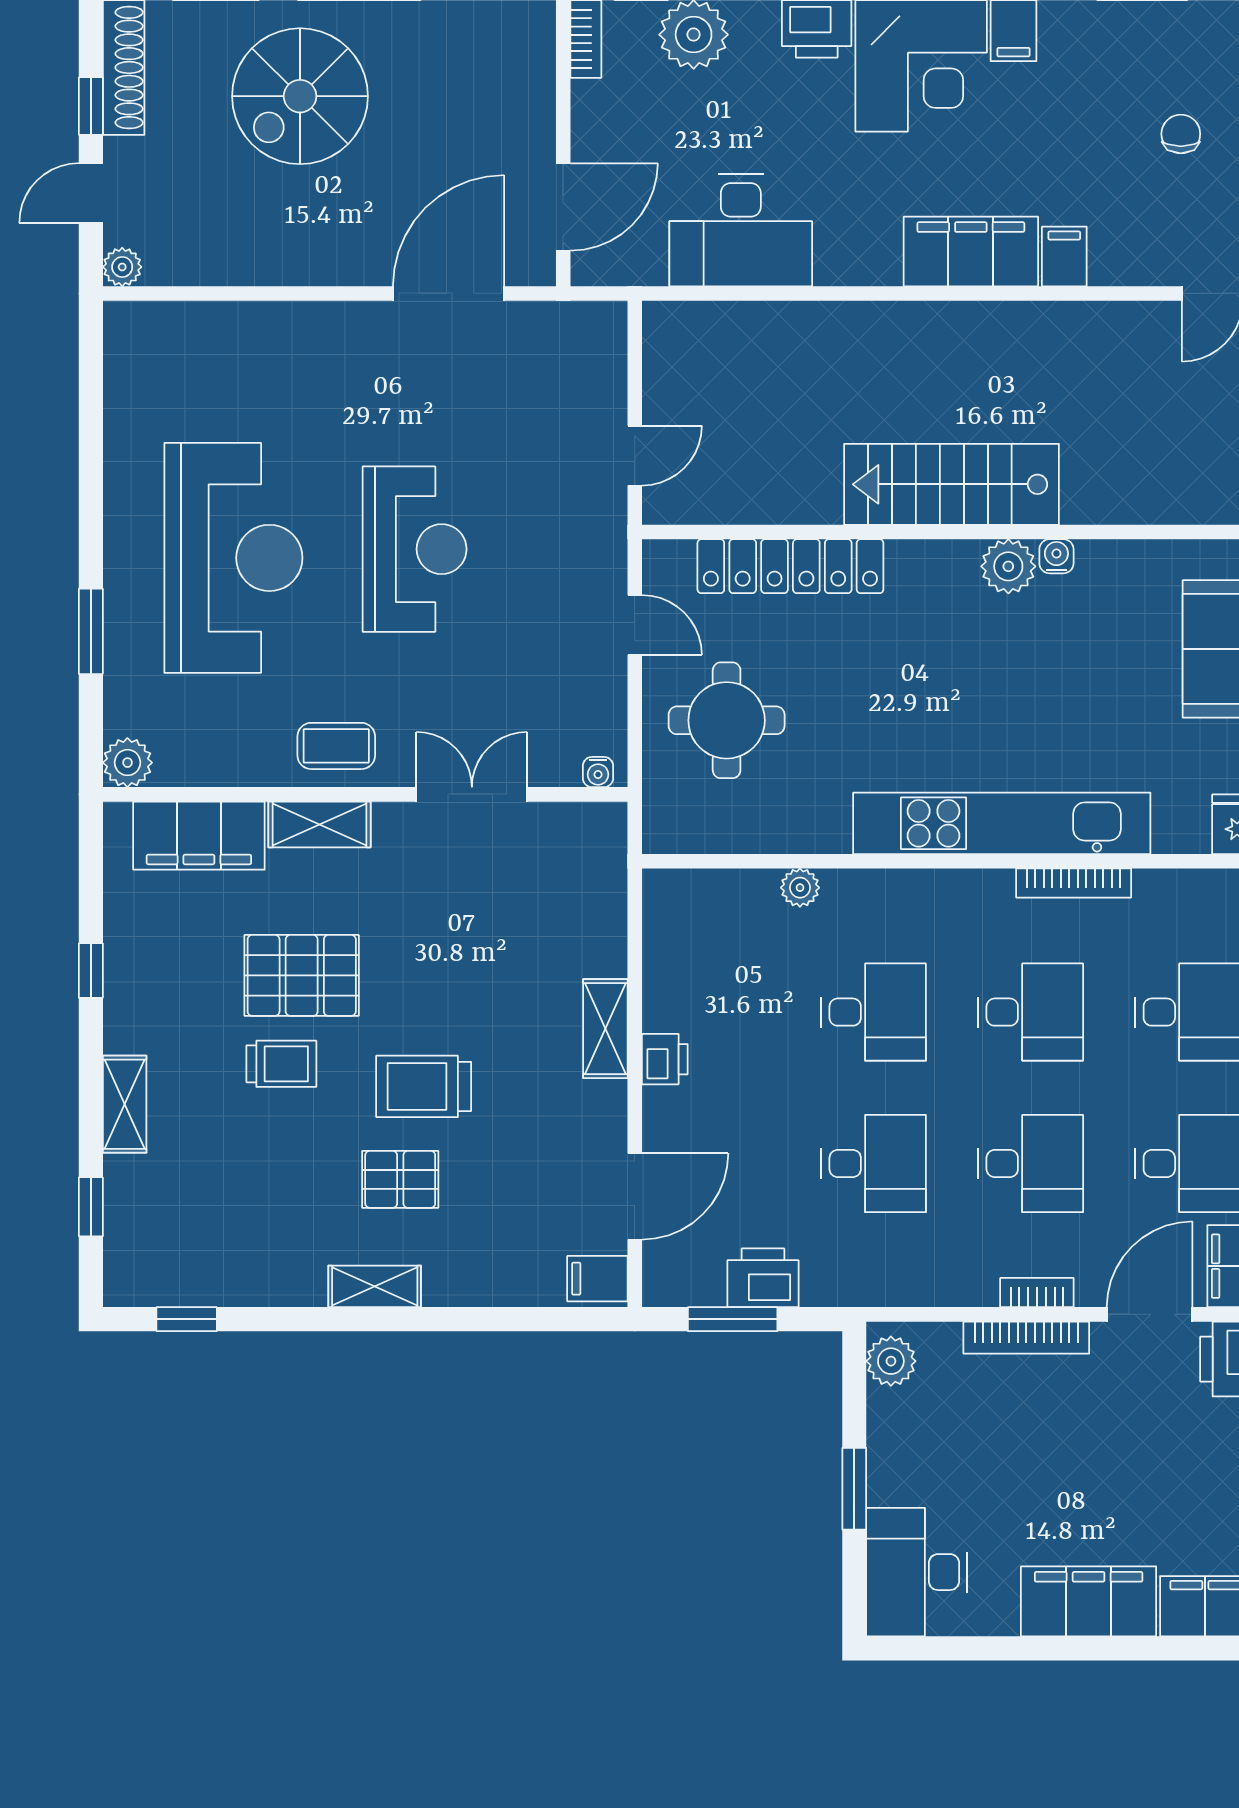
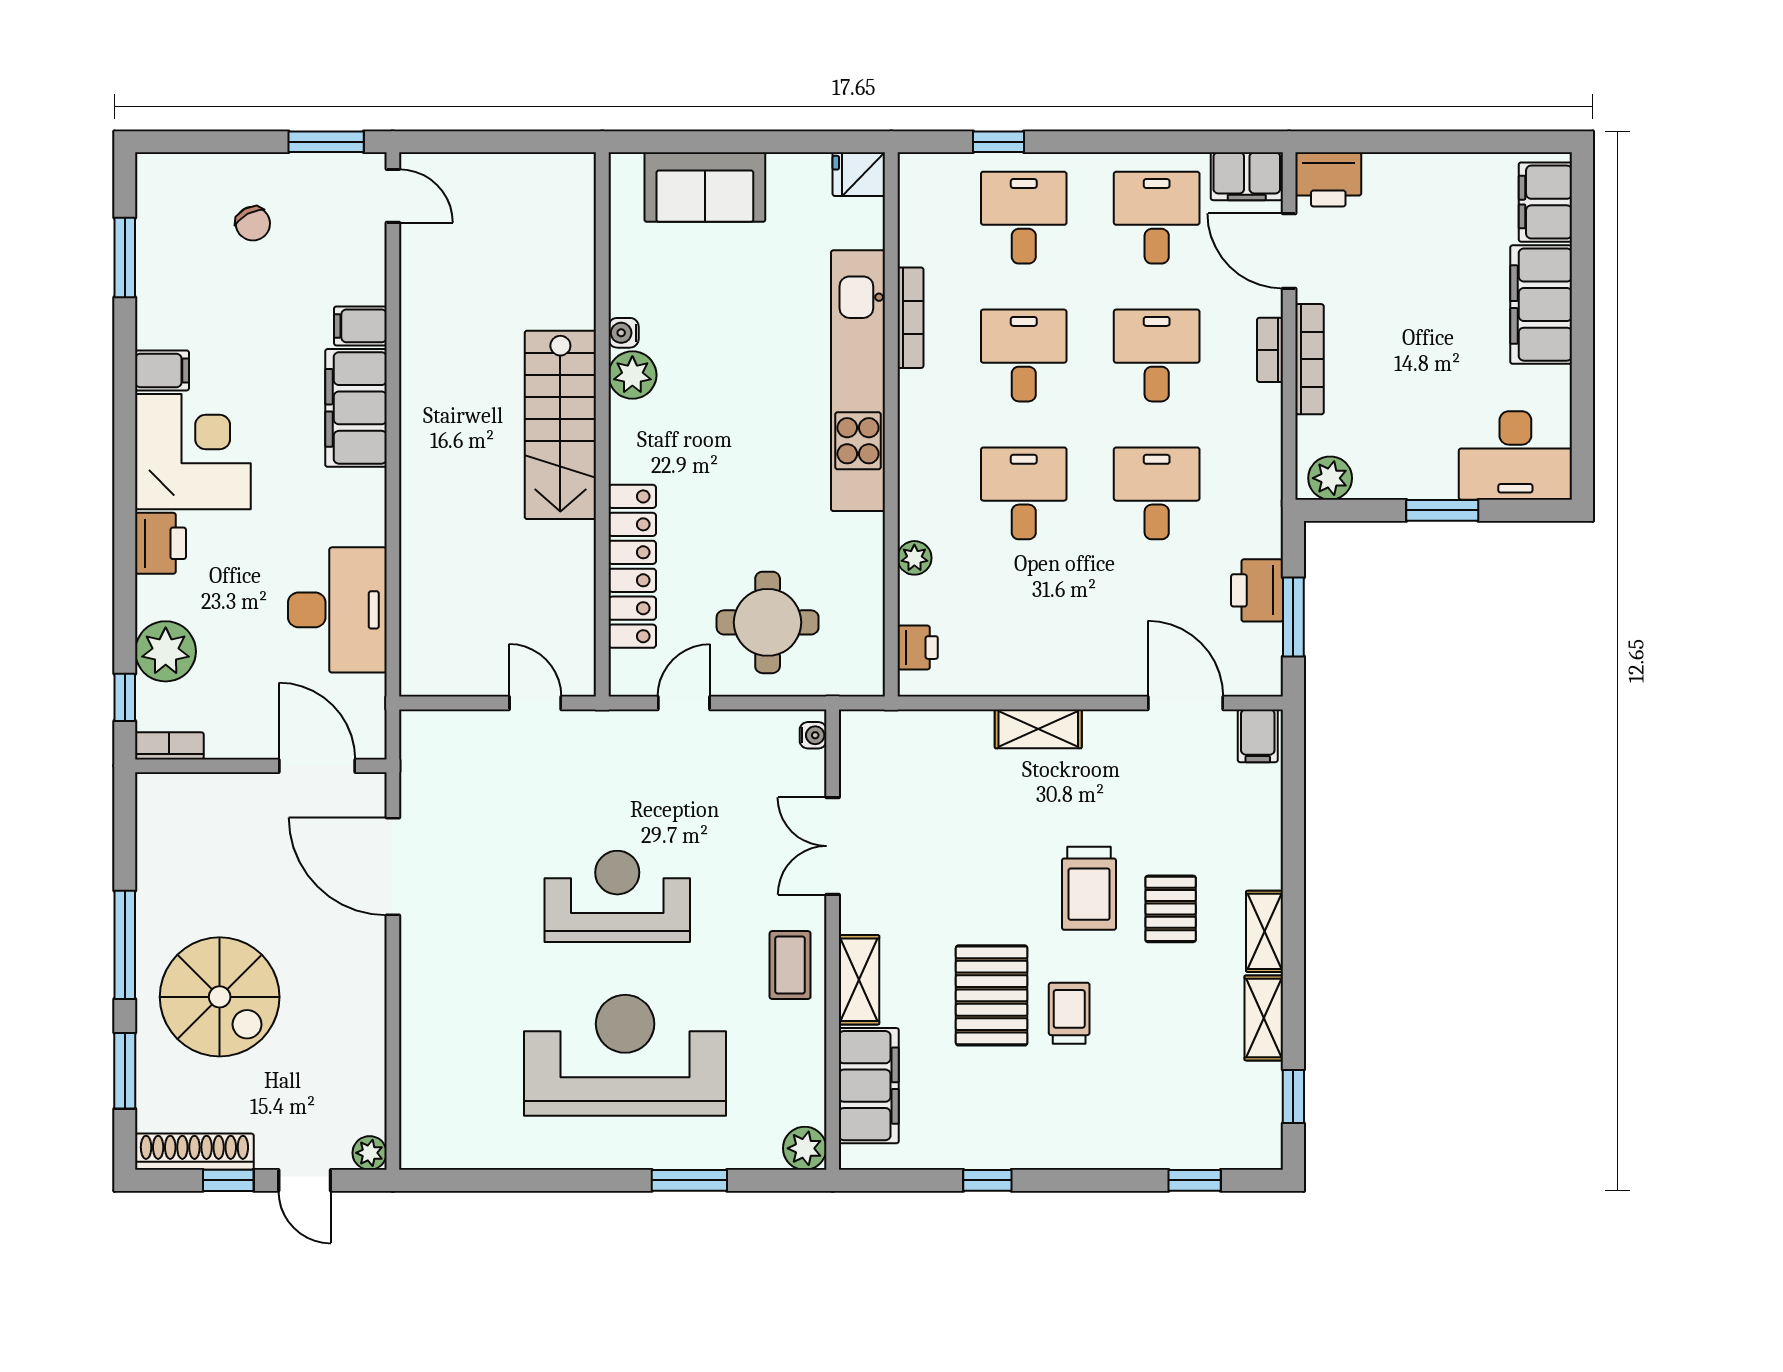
chair: (1181, 134) -> (253, 224), turned -118
printer: (665, 1059) -> (918, 648), moved, turned 90
shelving: (125, 1104) -> (1264, 1018), moved, turned 90

